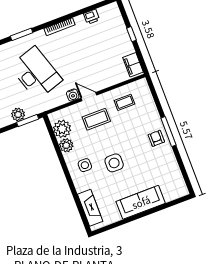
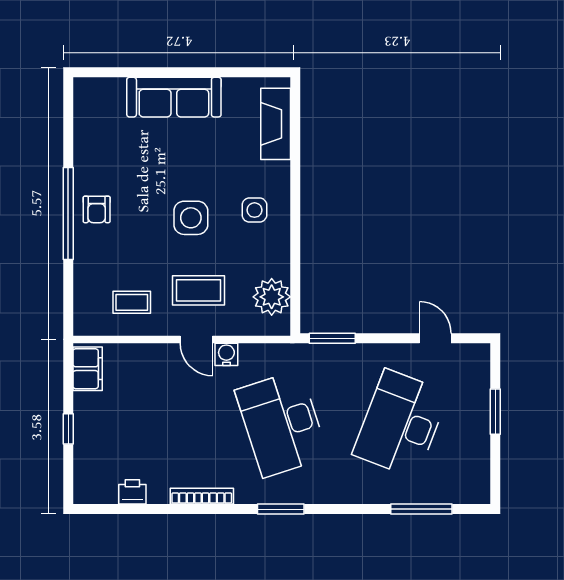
plant: (18, 114) -> (346, 357), removed
window: (168, 132) -> (68, 213), width x1.46
plant: (66, 145) -> (276, 262), removed
side table: (114, 163) -> (191, 218), moved

